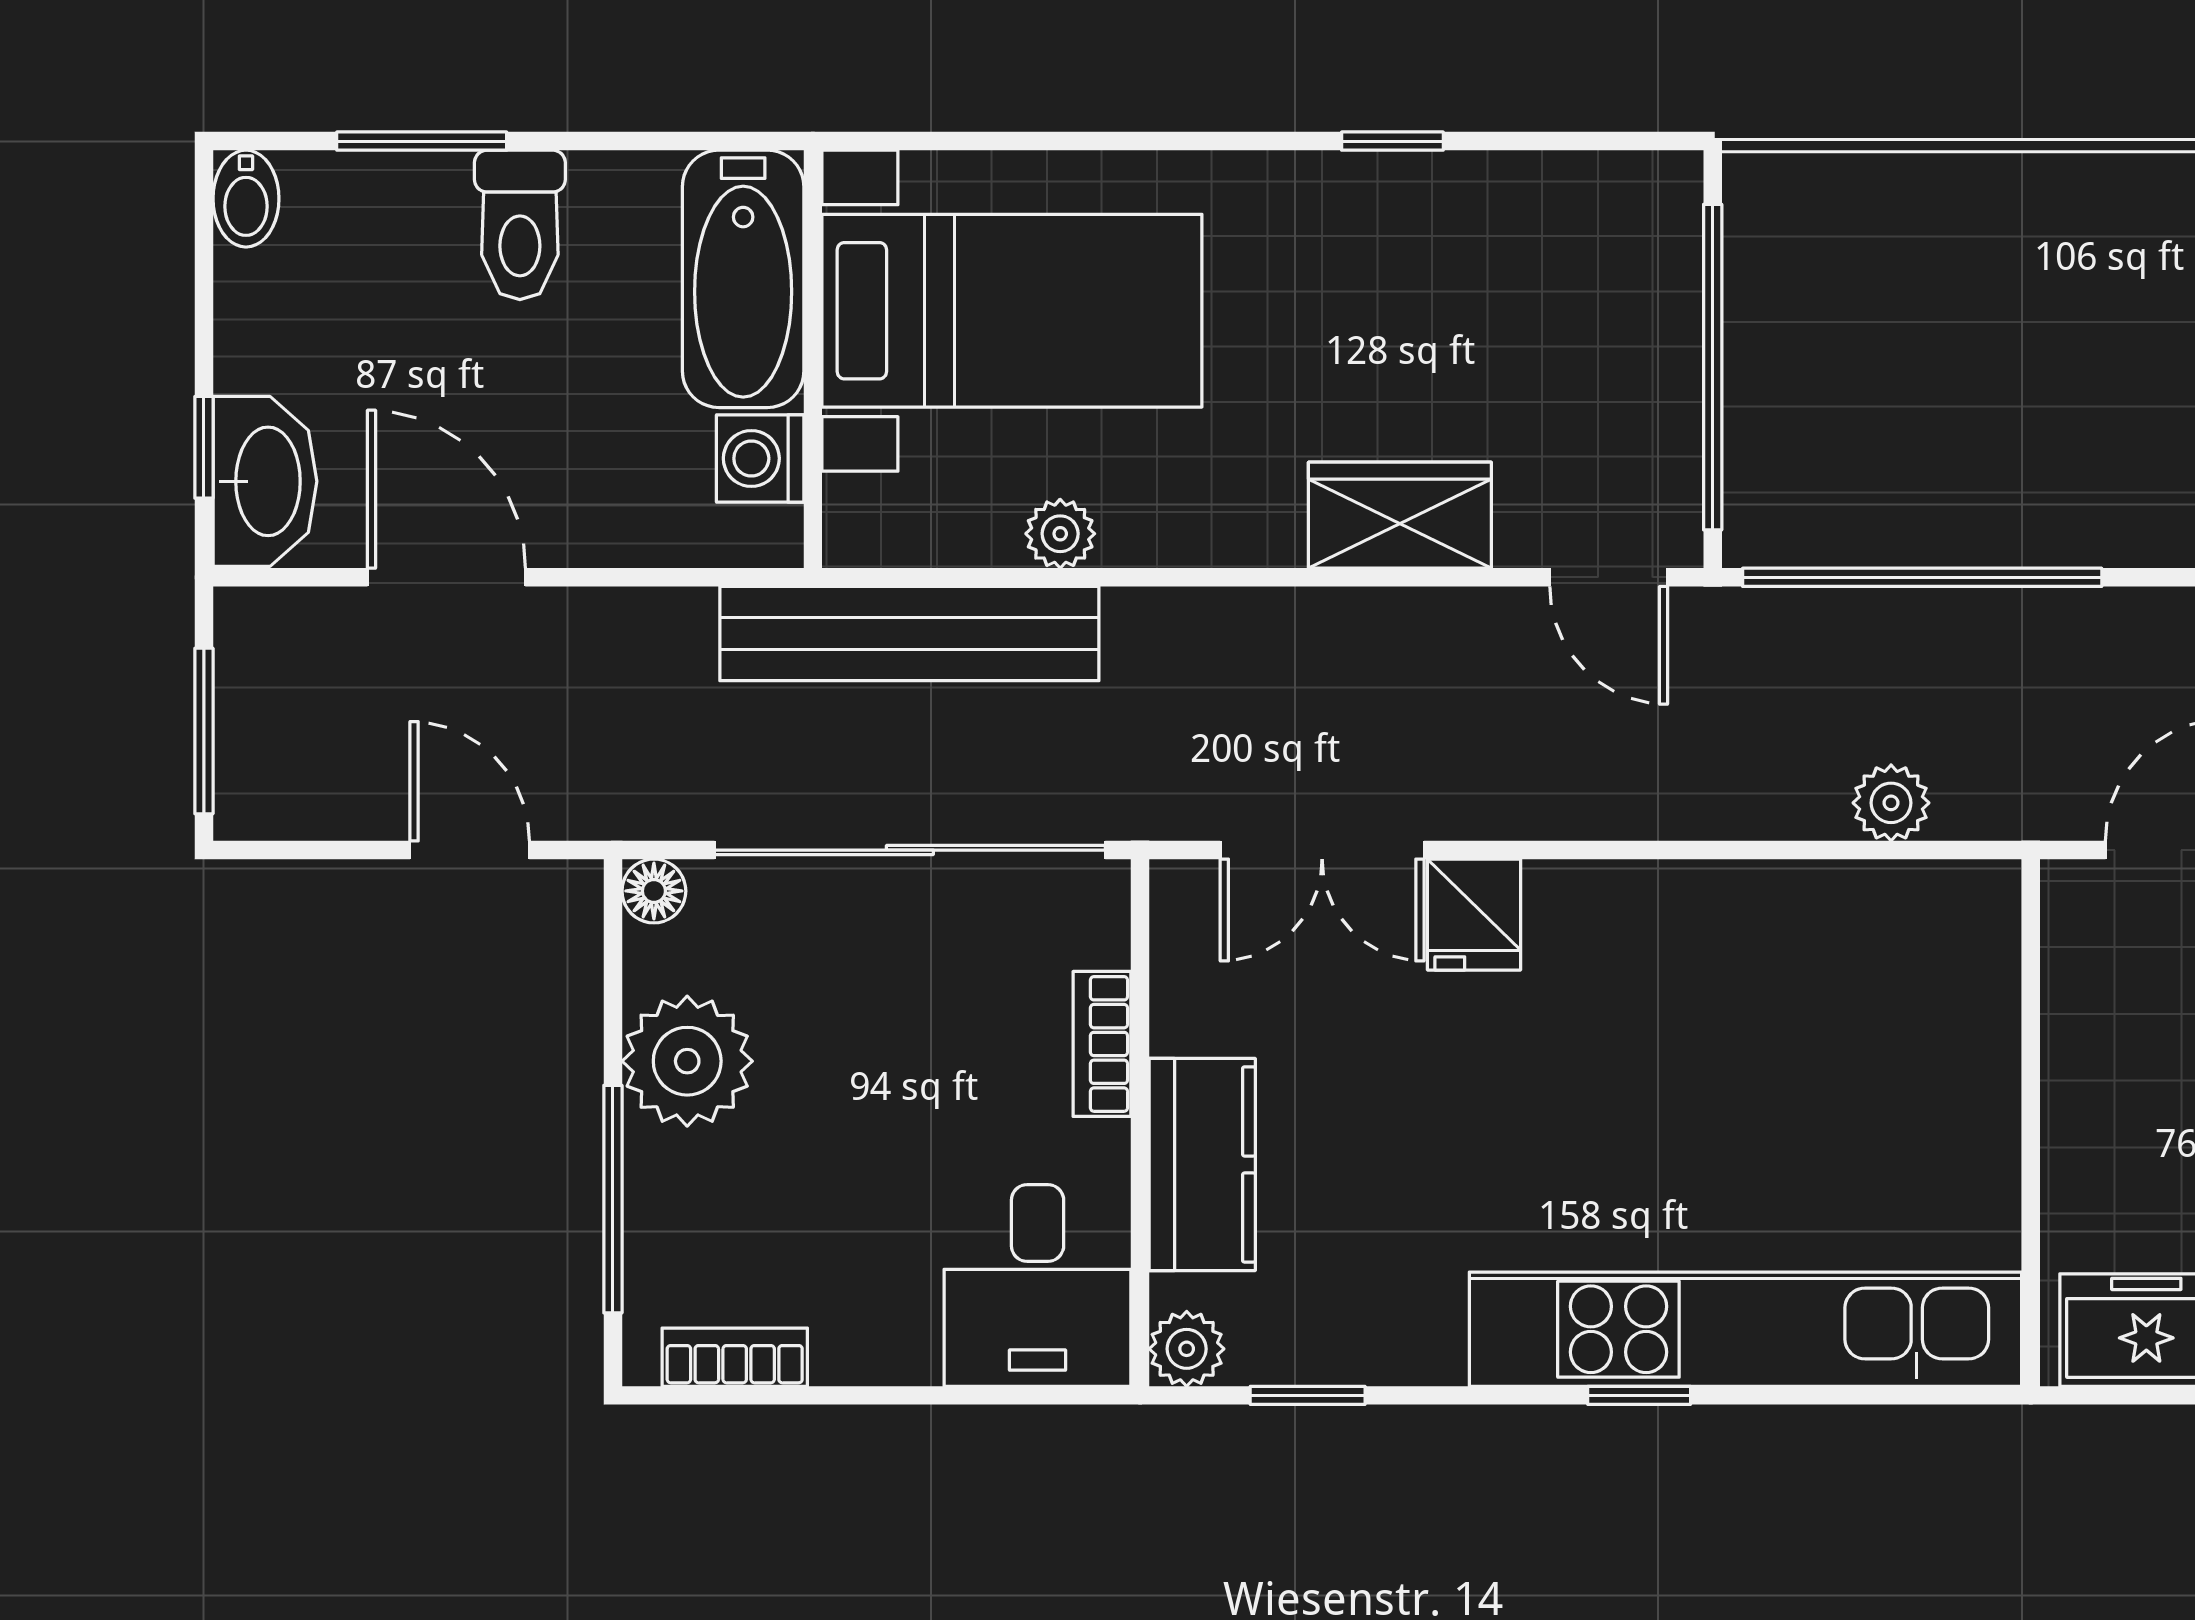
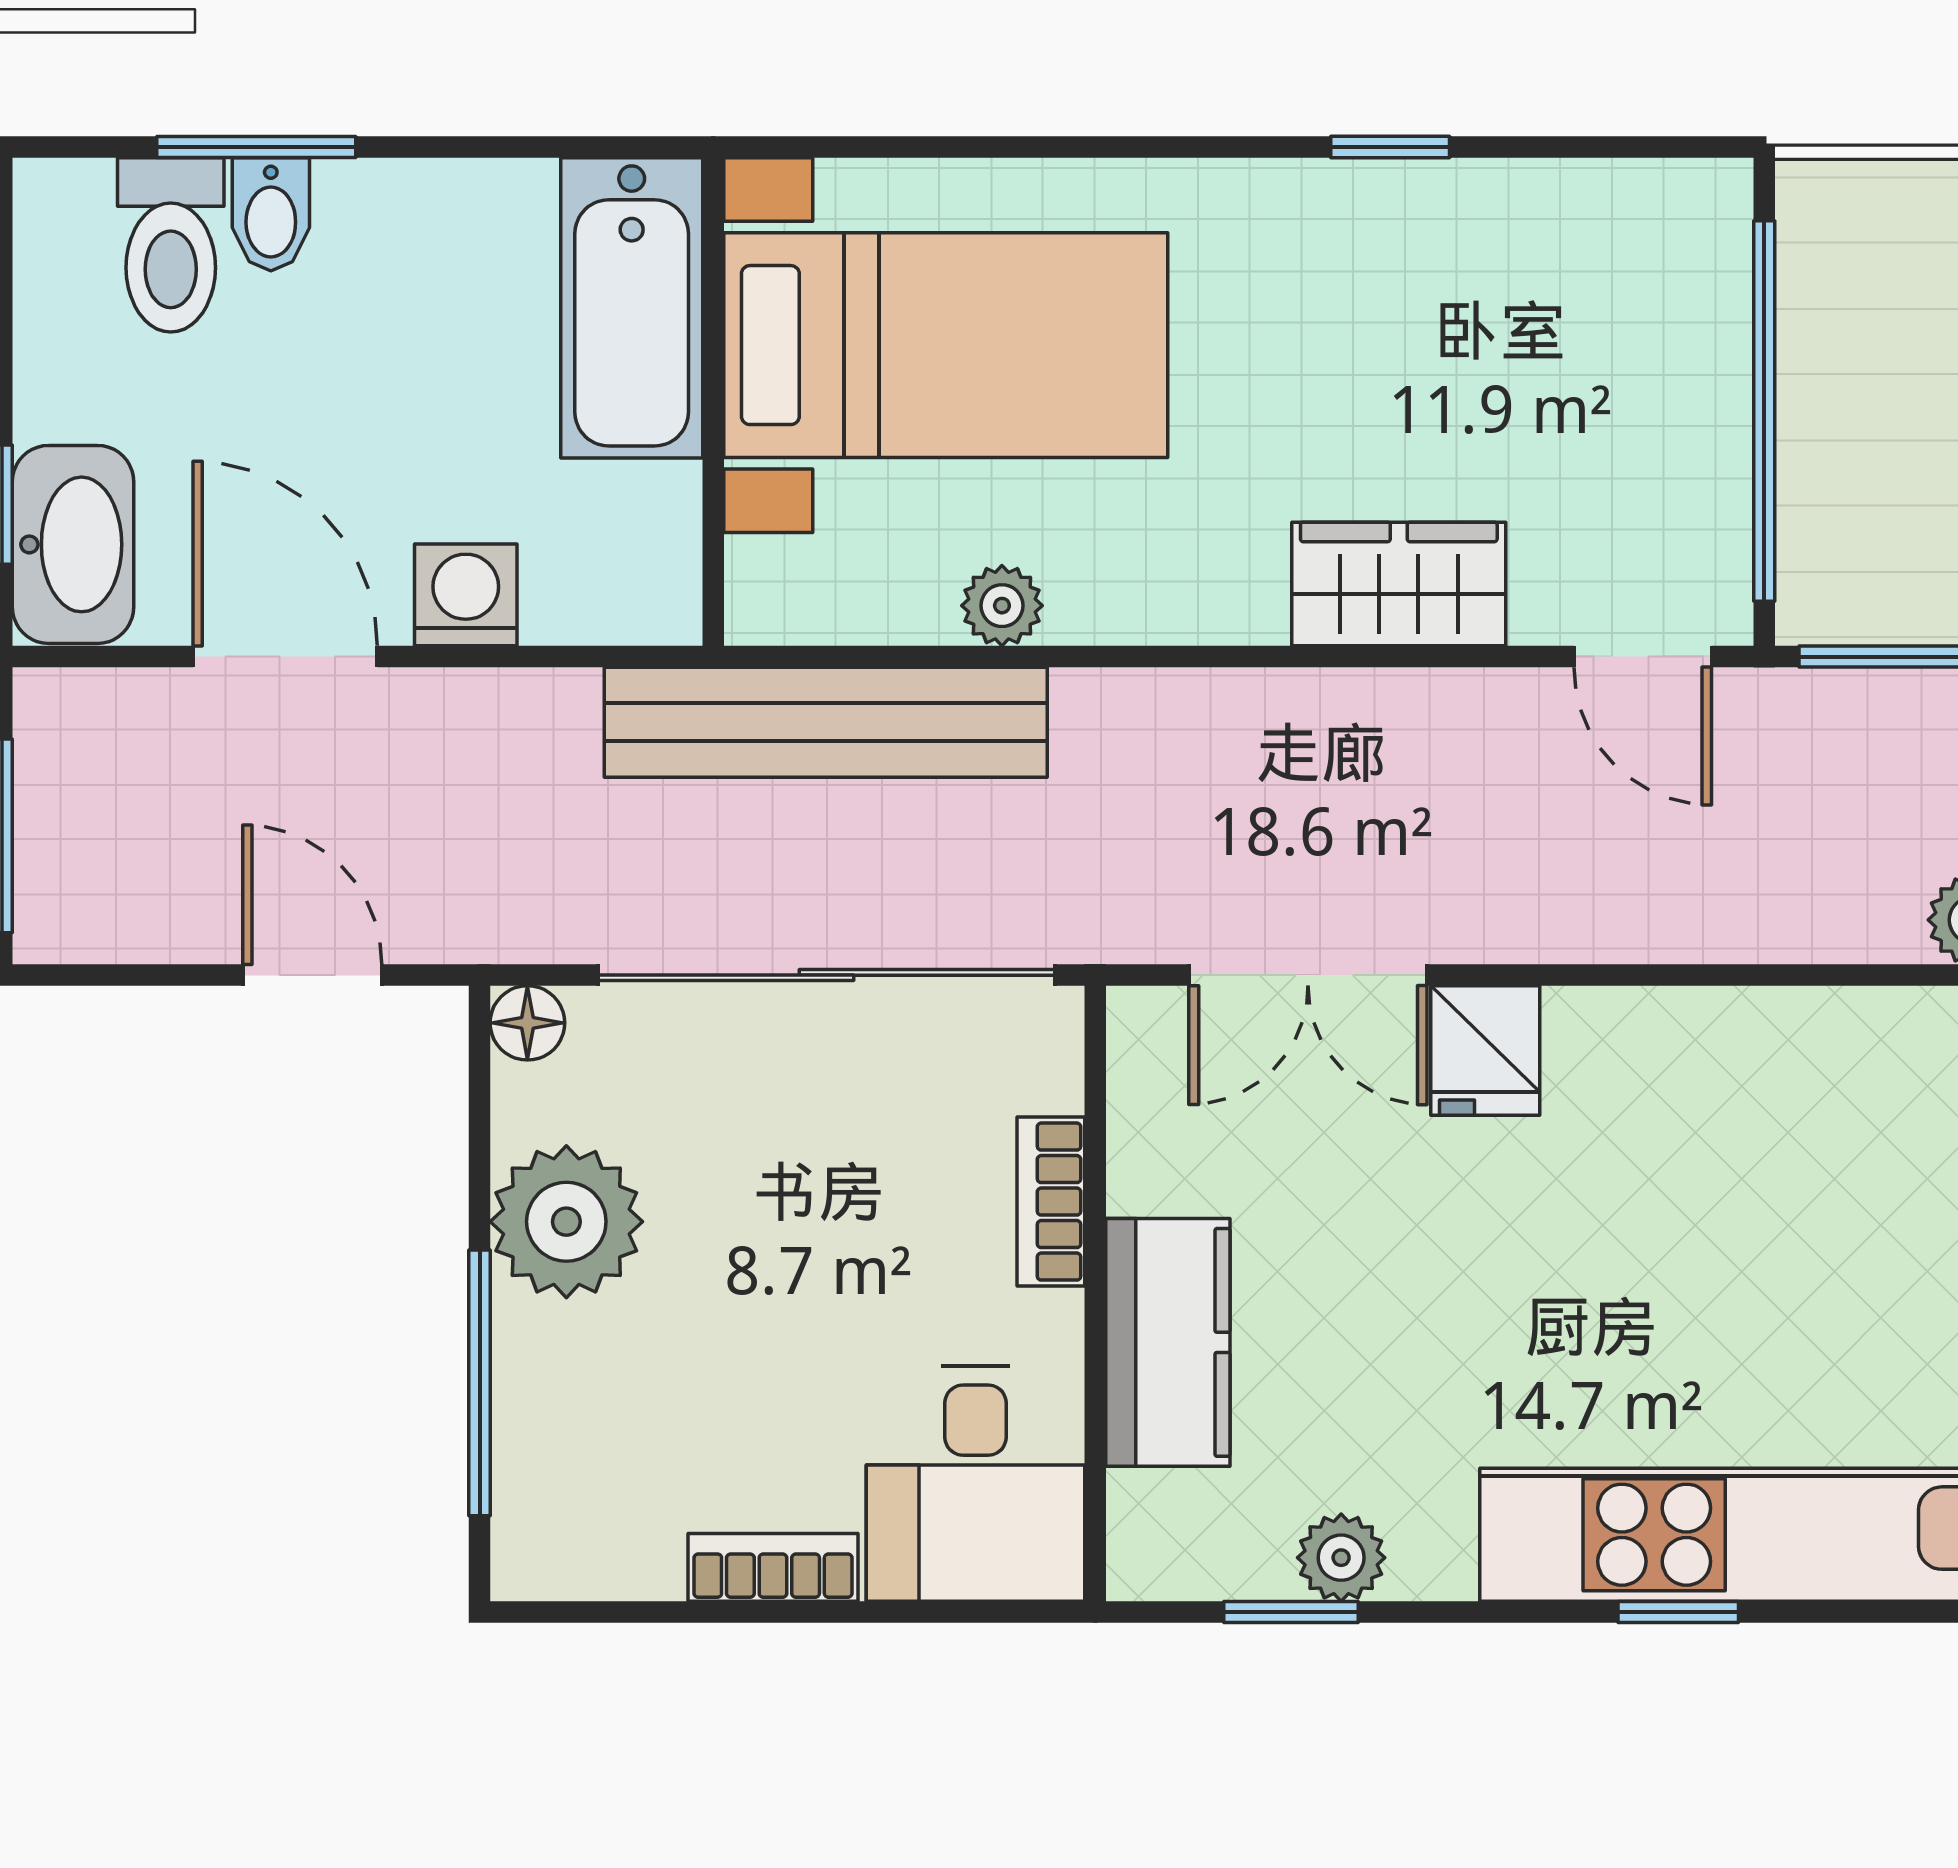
bidet: (246, 199) -> (271, 214), moved
toilet: (520, 225) -> (171, 245), moved
washing machine: (760, 458) -> (466, 595), moved, turned 90
plant: (1187, 1349) -> (1341, 1558), moved
bookcase: (735, 1357) -> (773, 1567), moved

